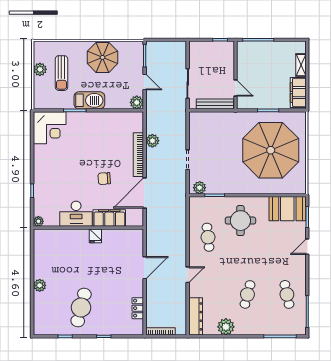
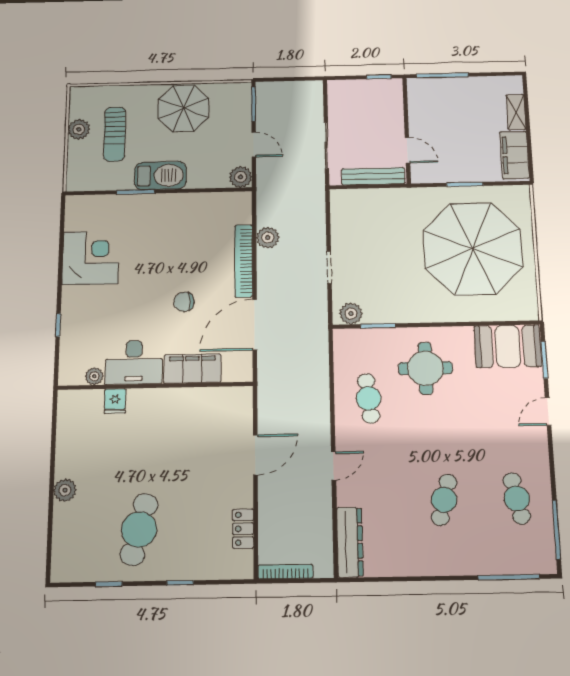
corner desk: (50, 128) -> (91, 258), moved, turned -90
plant: (38, 221) -> (94, 376), moved
fridge: (95, 236) -> (115, 401), moved
plant: (226, 327) -> (407, 561), removed

